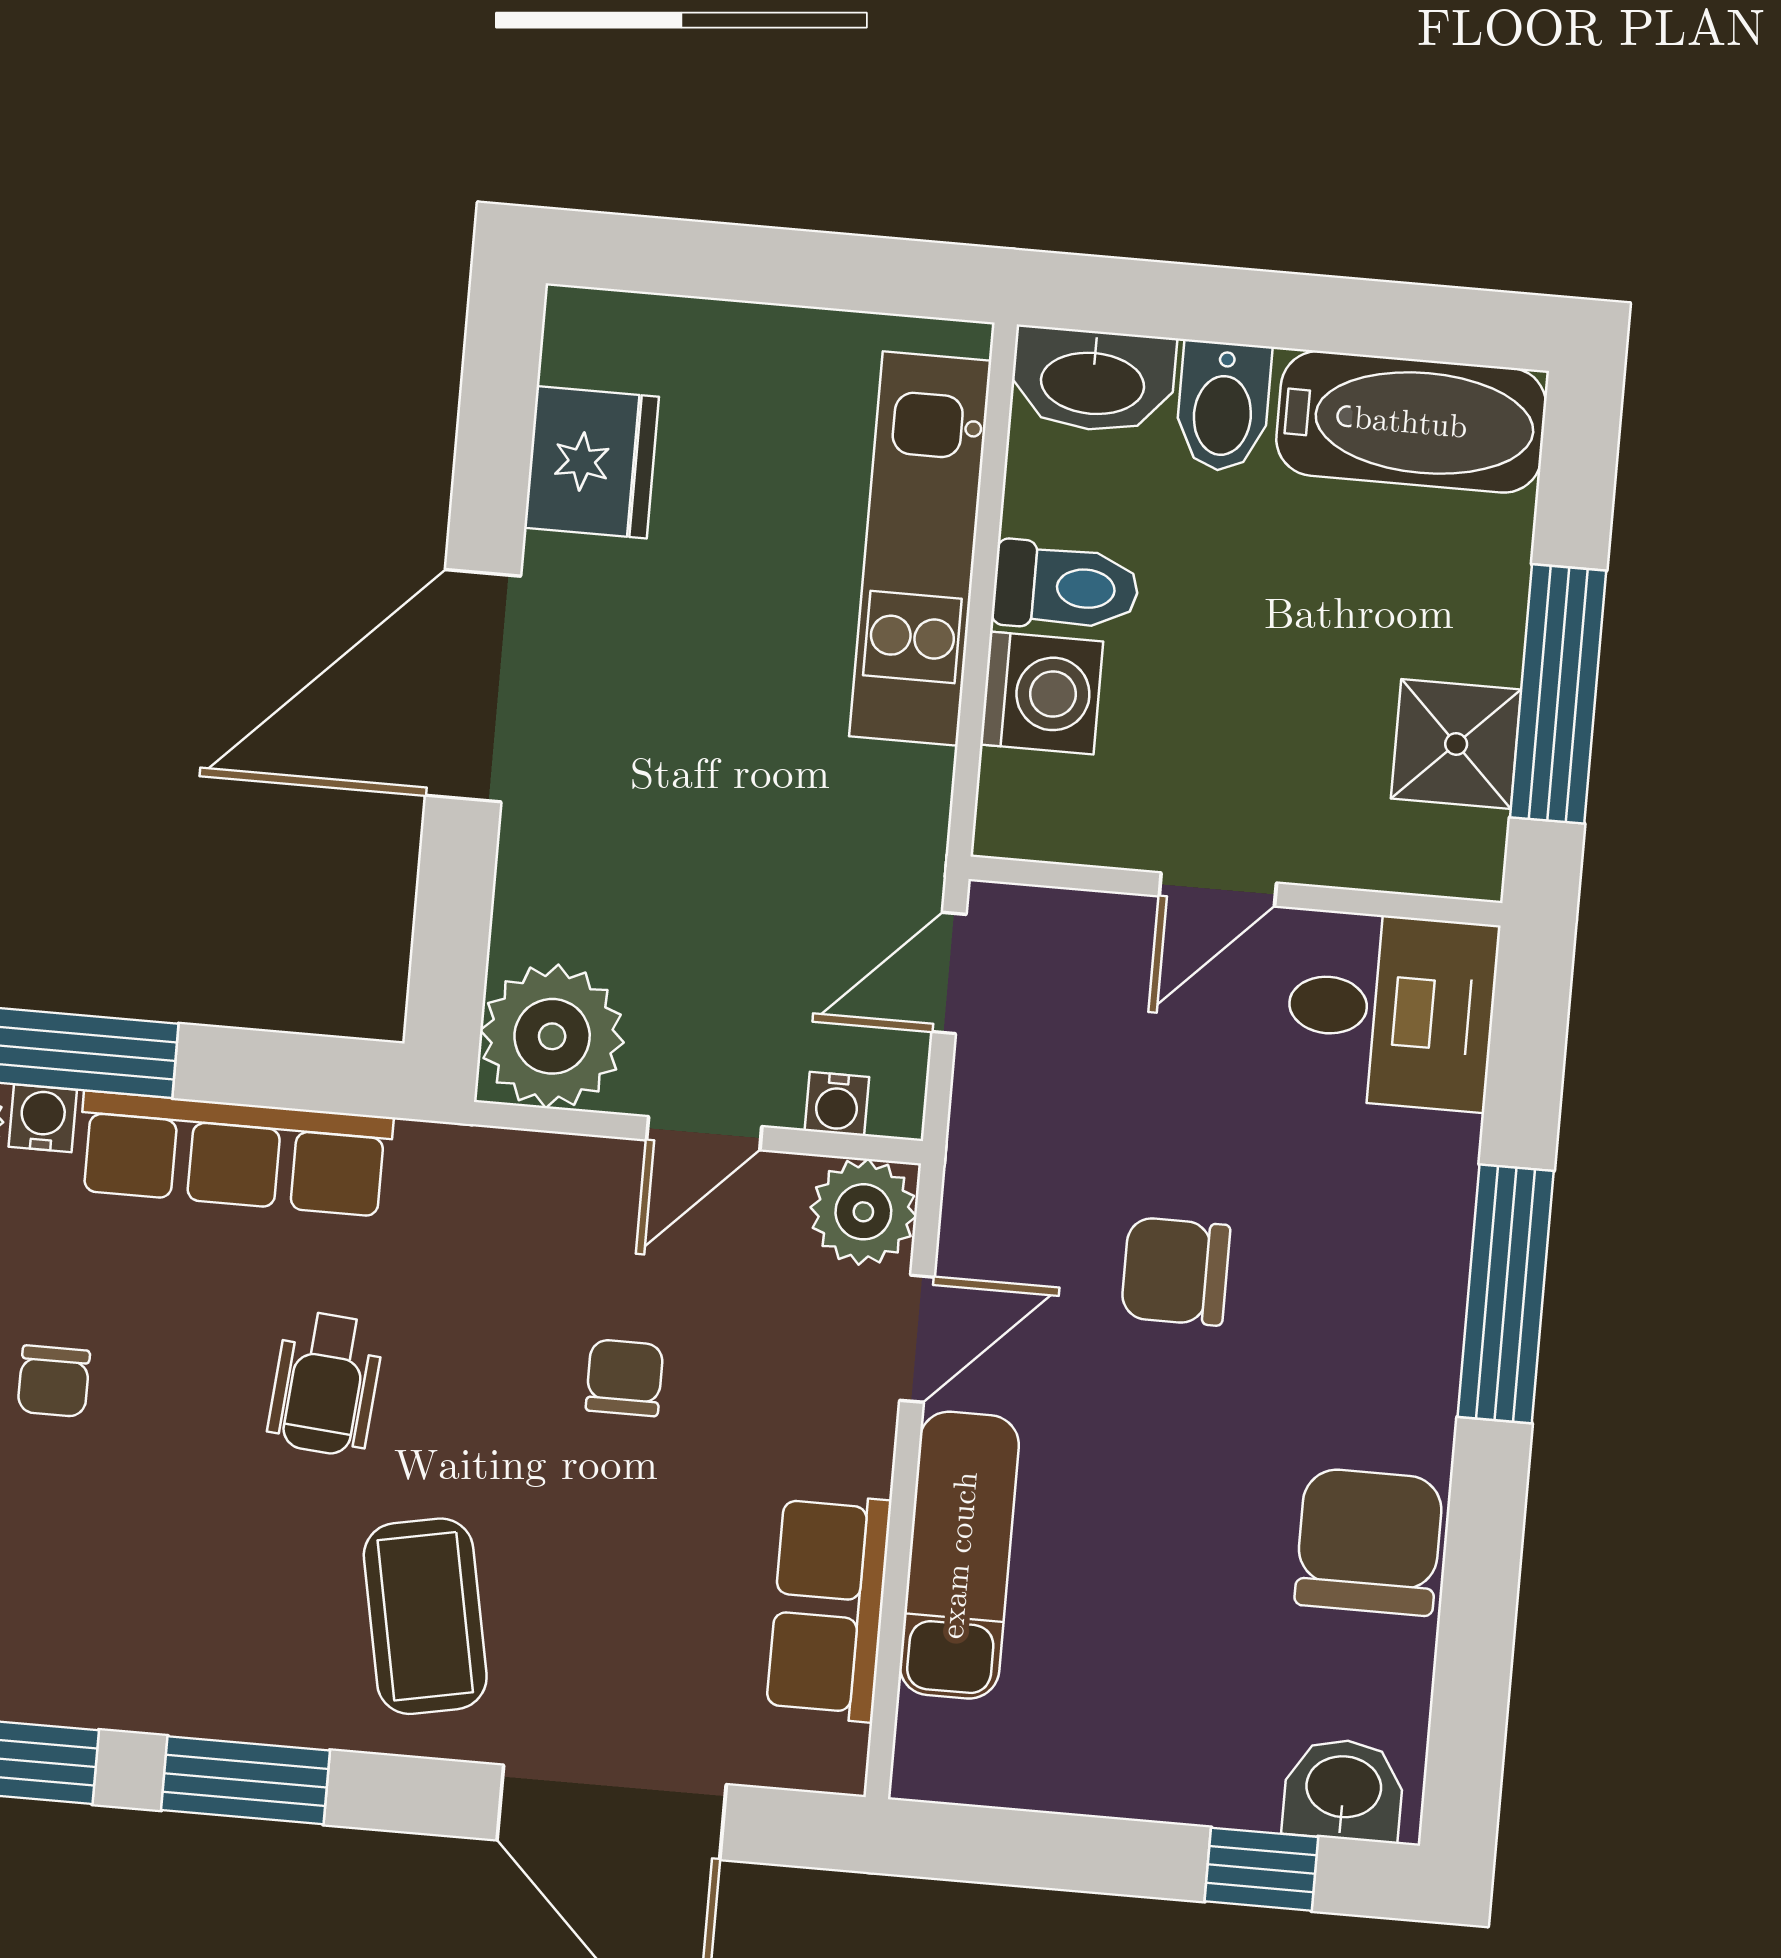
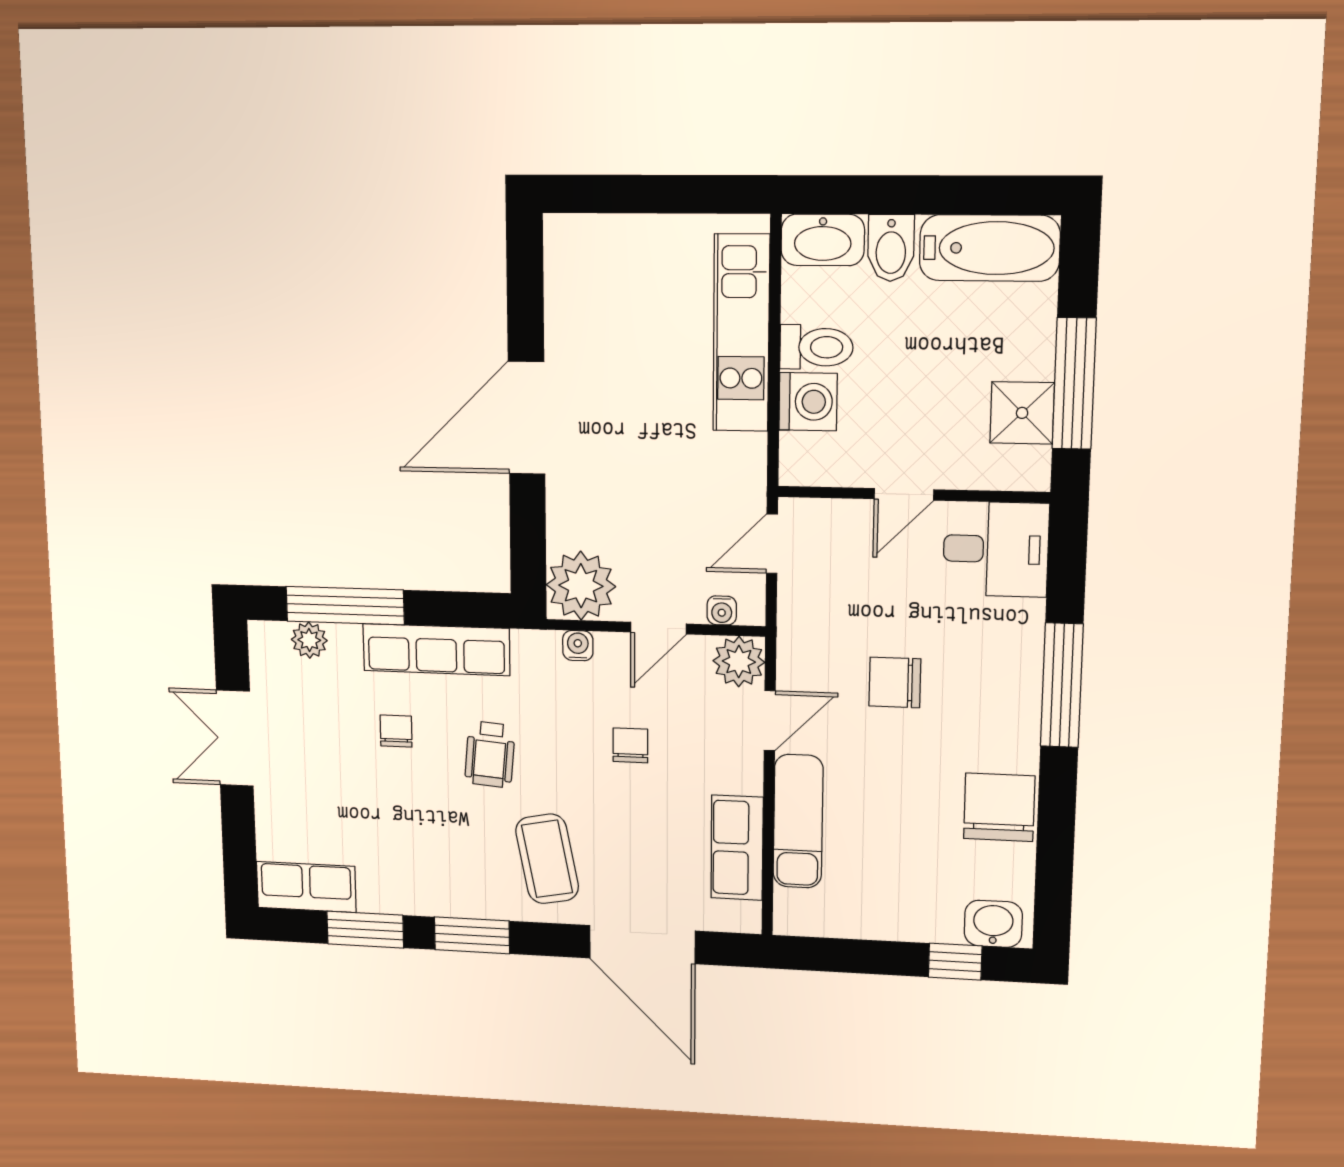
fridge: (592, 462) -> (574, 302), removed
water cooler: (43, 1118) -> (578, 646), moved
chair: (54, 1381) -> (396, 731), moved, turned 180

